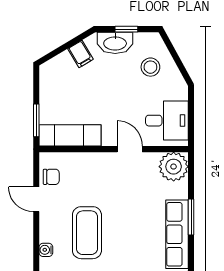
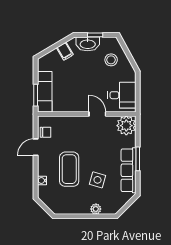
exam couch: (70, 135) -> (45, 92), moved, turned 90
door: (36, 199) -> (36, 147), hinge flipped
side table: (130, 249) -> (97, 180), added

